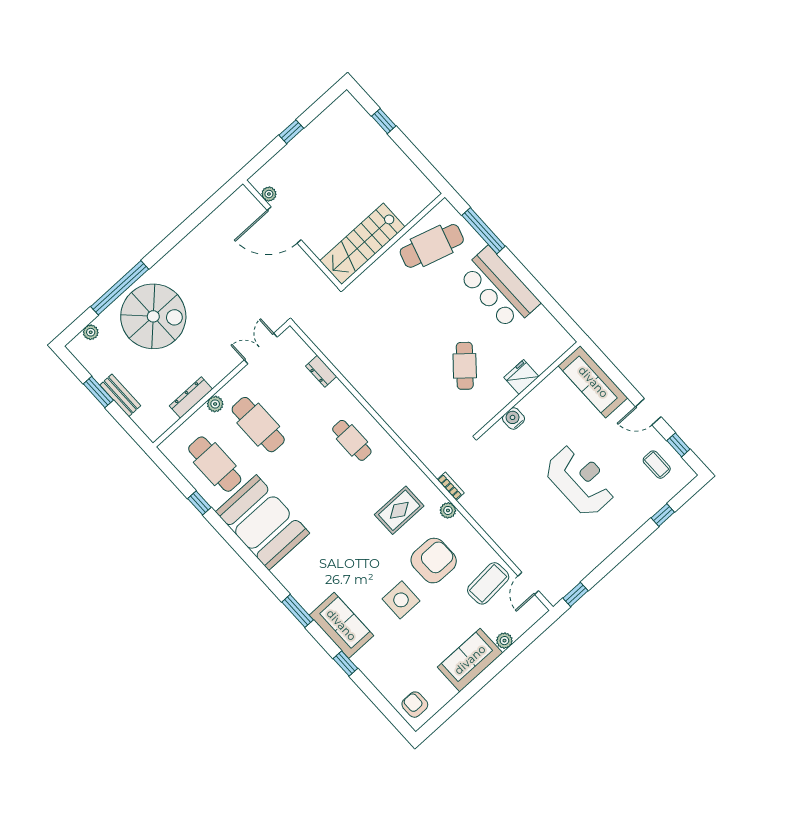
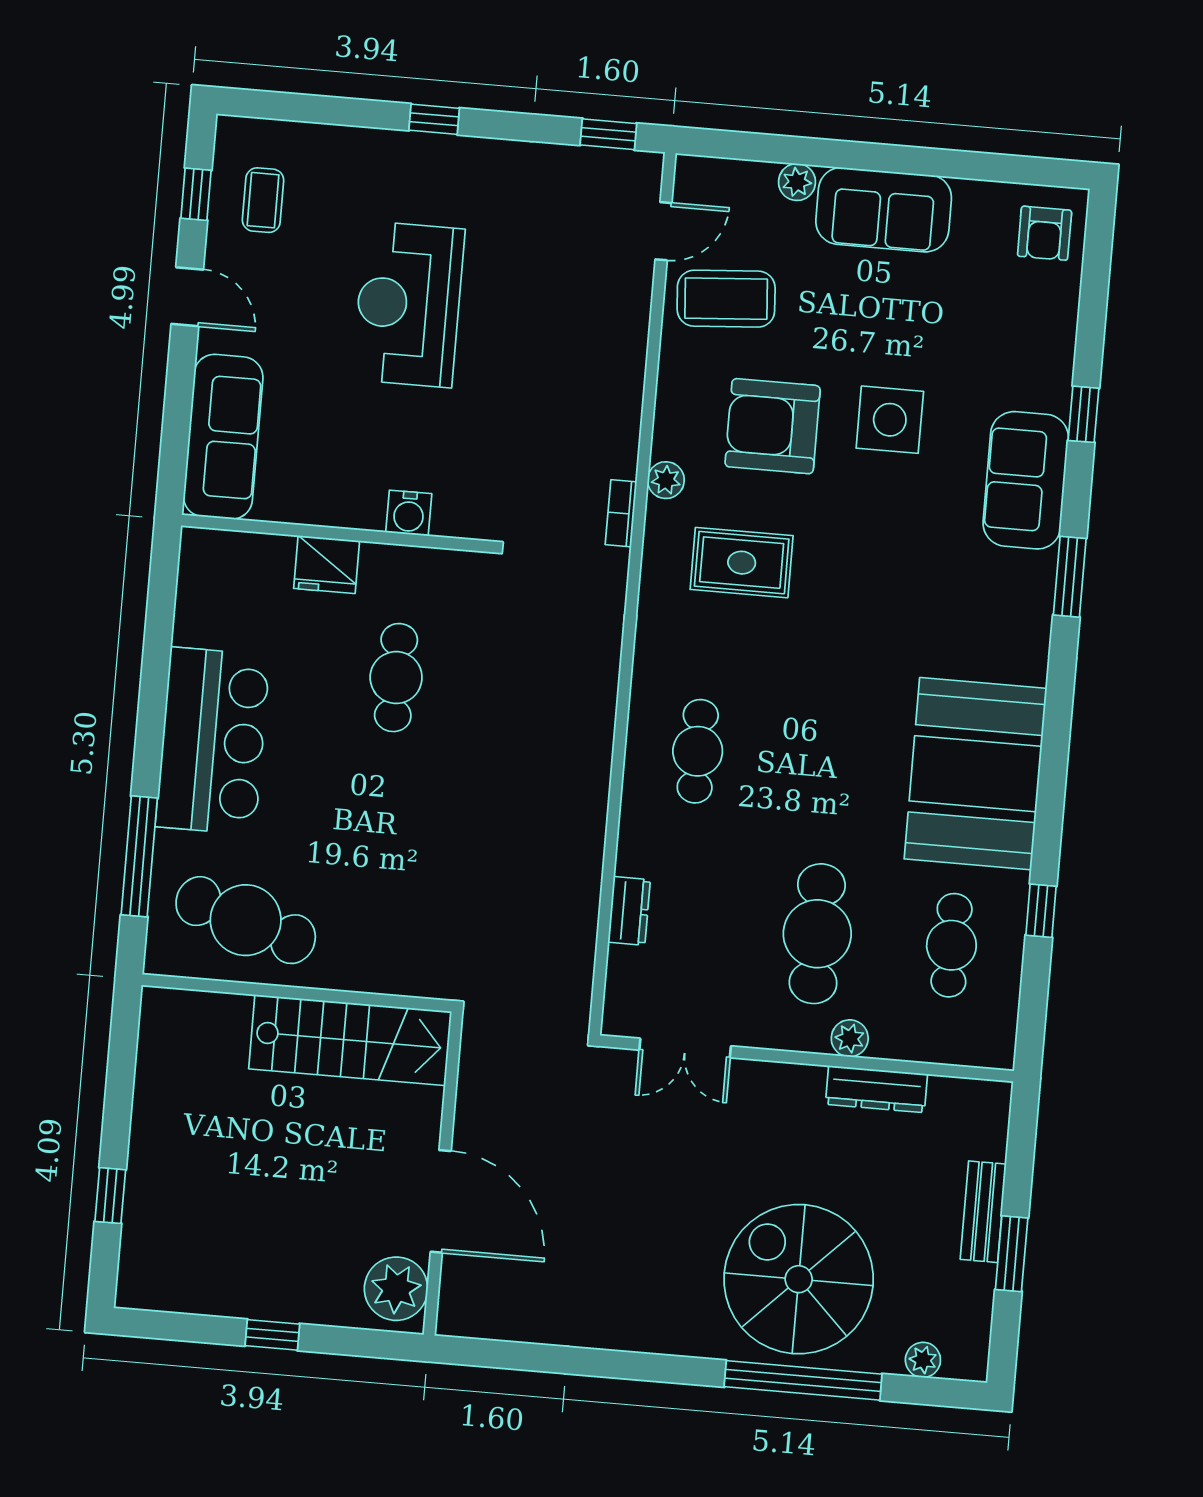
plant: (269, 194) -> (396, 1289), width x1.88, depth x1.88
cafe table: (465, 366) -> (396, 678), turned -41
cafe table: (215, 464) -> (951, 945), width x0.73, depth x0.74
window: (663, 515) -> (434, 119), moved

